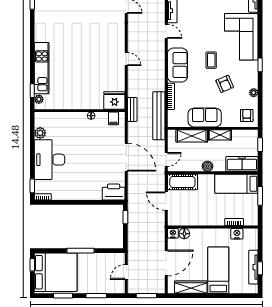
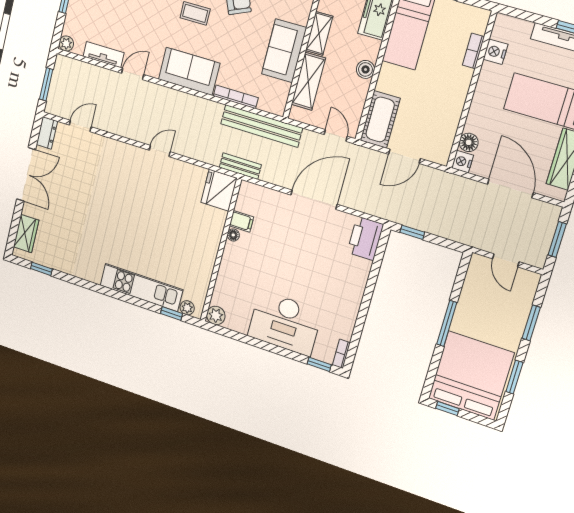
filing cabinet: (114, 118) -> (241, 221), moved
plant: (40, 133) -> (216, 315), moved

